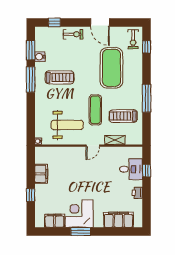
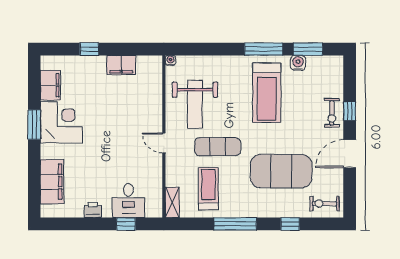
window: (54, 22) -> (350, 111), moved
window: (147, 47) -> (290, 224), moved
treadmill: (60, 77) -> (267, 93), width x1.37, depth x1.38
shelving: (115, 140) -> (172, 202), moved

